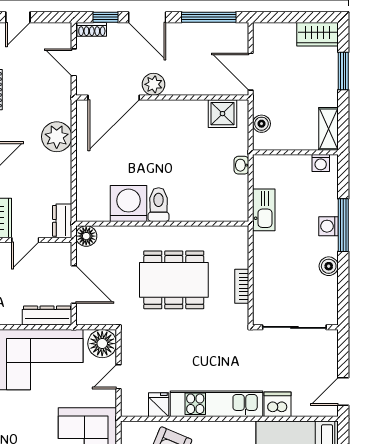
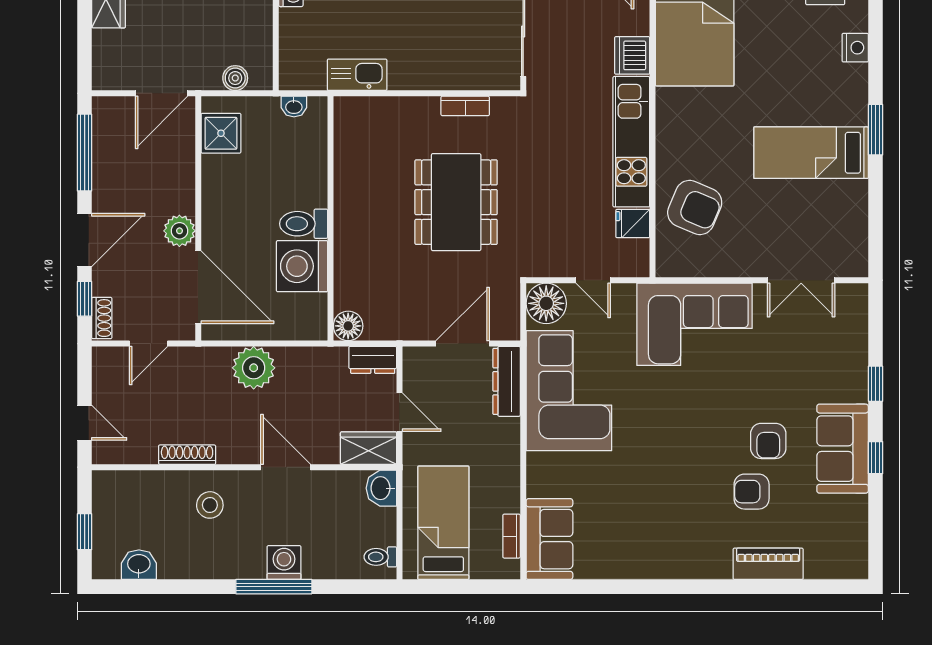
washing machine: (129, 203) -> (302, 266), moved
toilet: (159, 205) -> (304, 224), moved
wall: (162, 224) -> (330, 218), moved
floor lamp: (86, 236) -> (348, 326), moved

